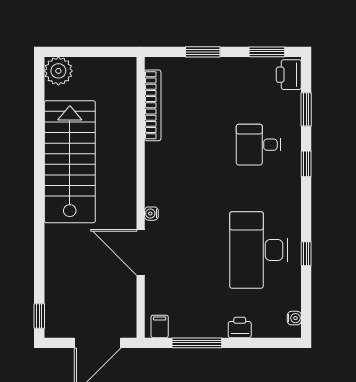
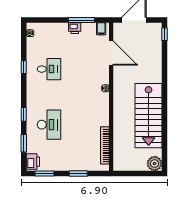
desk: (258, 145) -> (49, 125), width x1.37
desk: (258, 250) -> (49, 69), width x0.53, depth x0.77
door: (141, 252) -> (111, 53), moved
printer: (240, 328) -> (75, 28), moved

